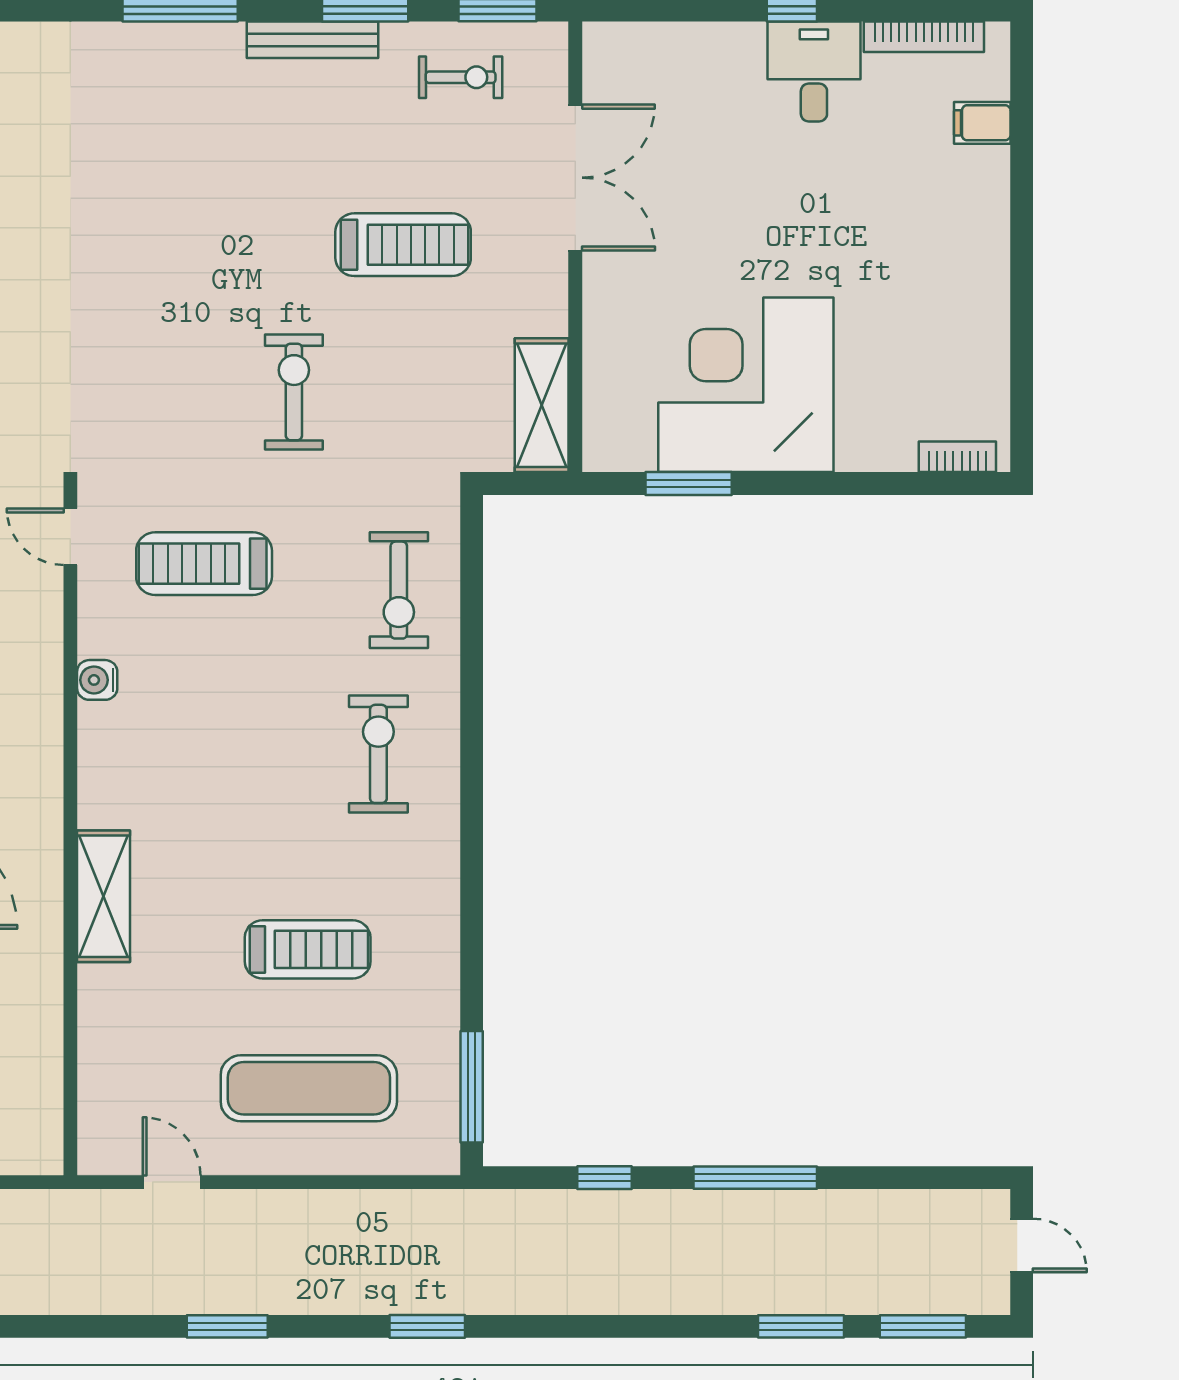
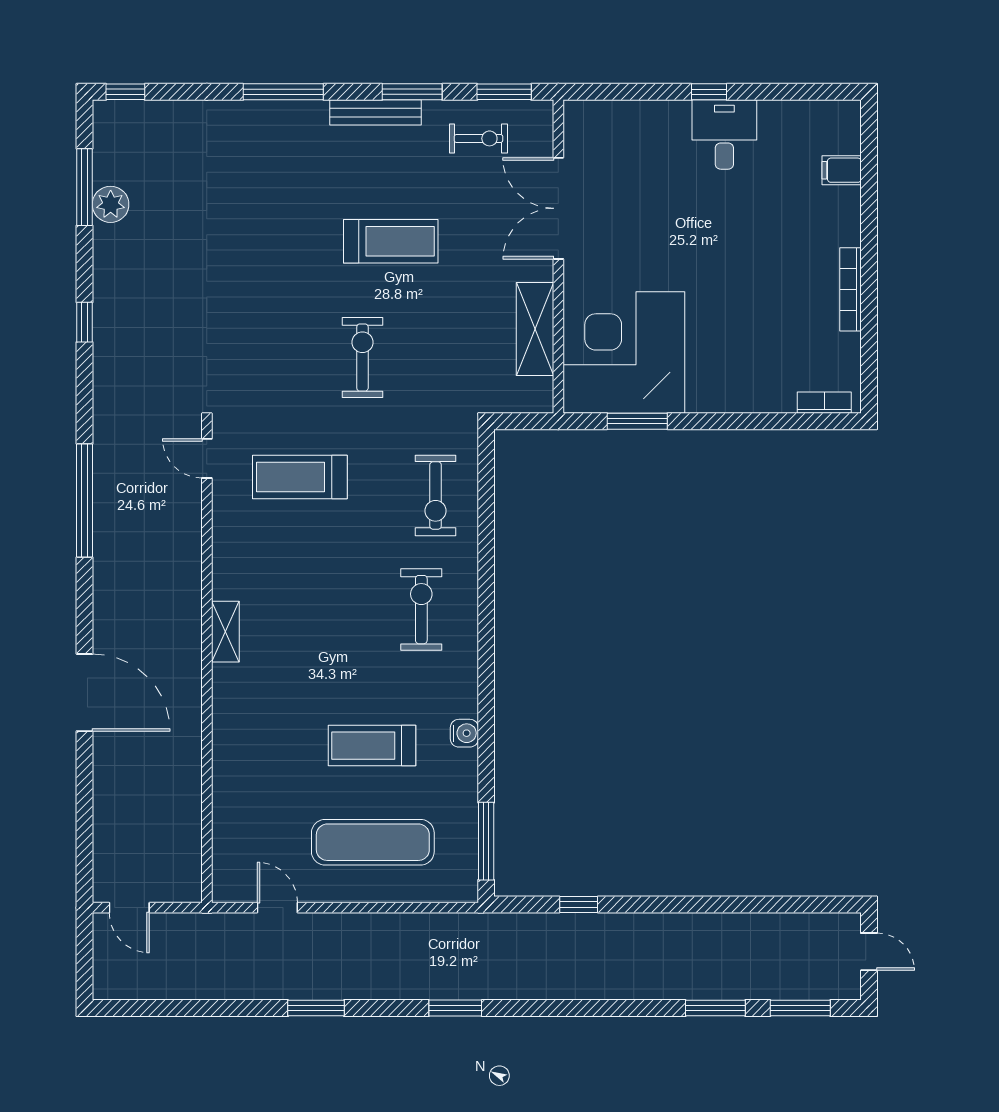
bookcase: (924, 37) -> (850, 289), moved, turned 90
double door: (575, 178) -> (558, 208), swing flipped
treadmill: (403, 245) -> (391, 241), moved
corner desk: (746, 385) -> (624, 353), moved
shelving: (542, 405) -> (535, 329), moved
water cooler: (97, 680) -> (464, 733), moved, turned 180
shelving: (103, 896) -> (225, 632), moved, width x0.67, depth x0.75
treadmill: (308, 949) -> (372, 746), turned 180
window: (755, 1178) -> (684, 905), removed

